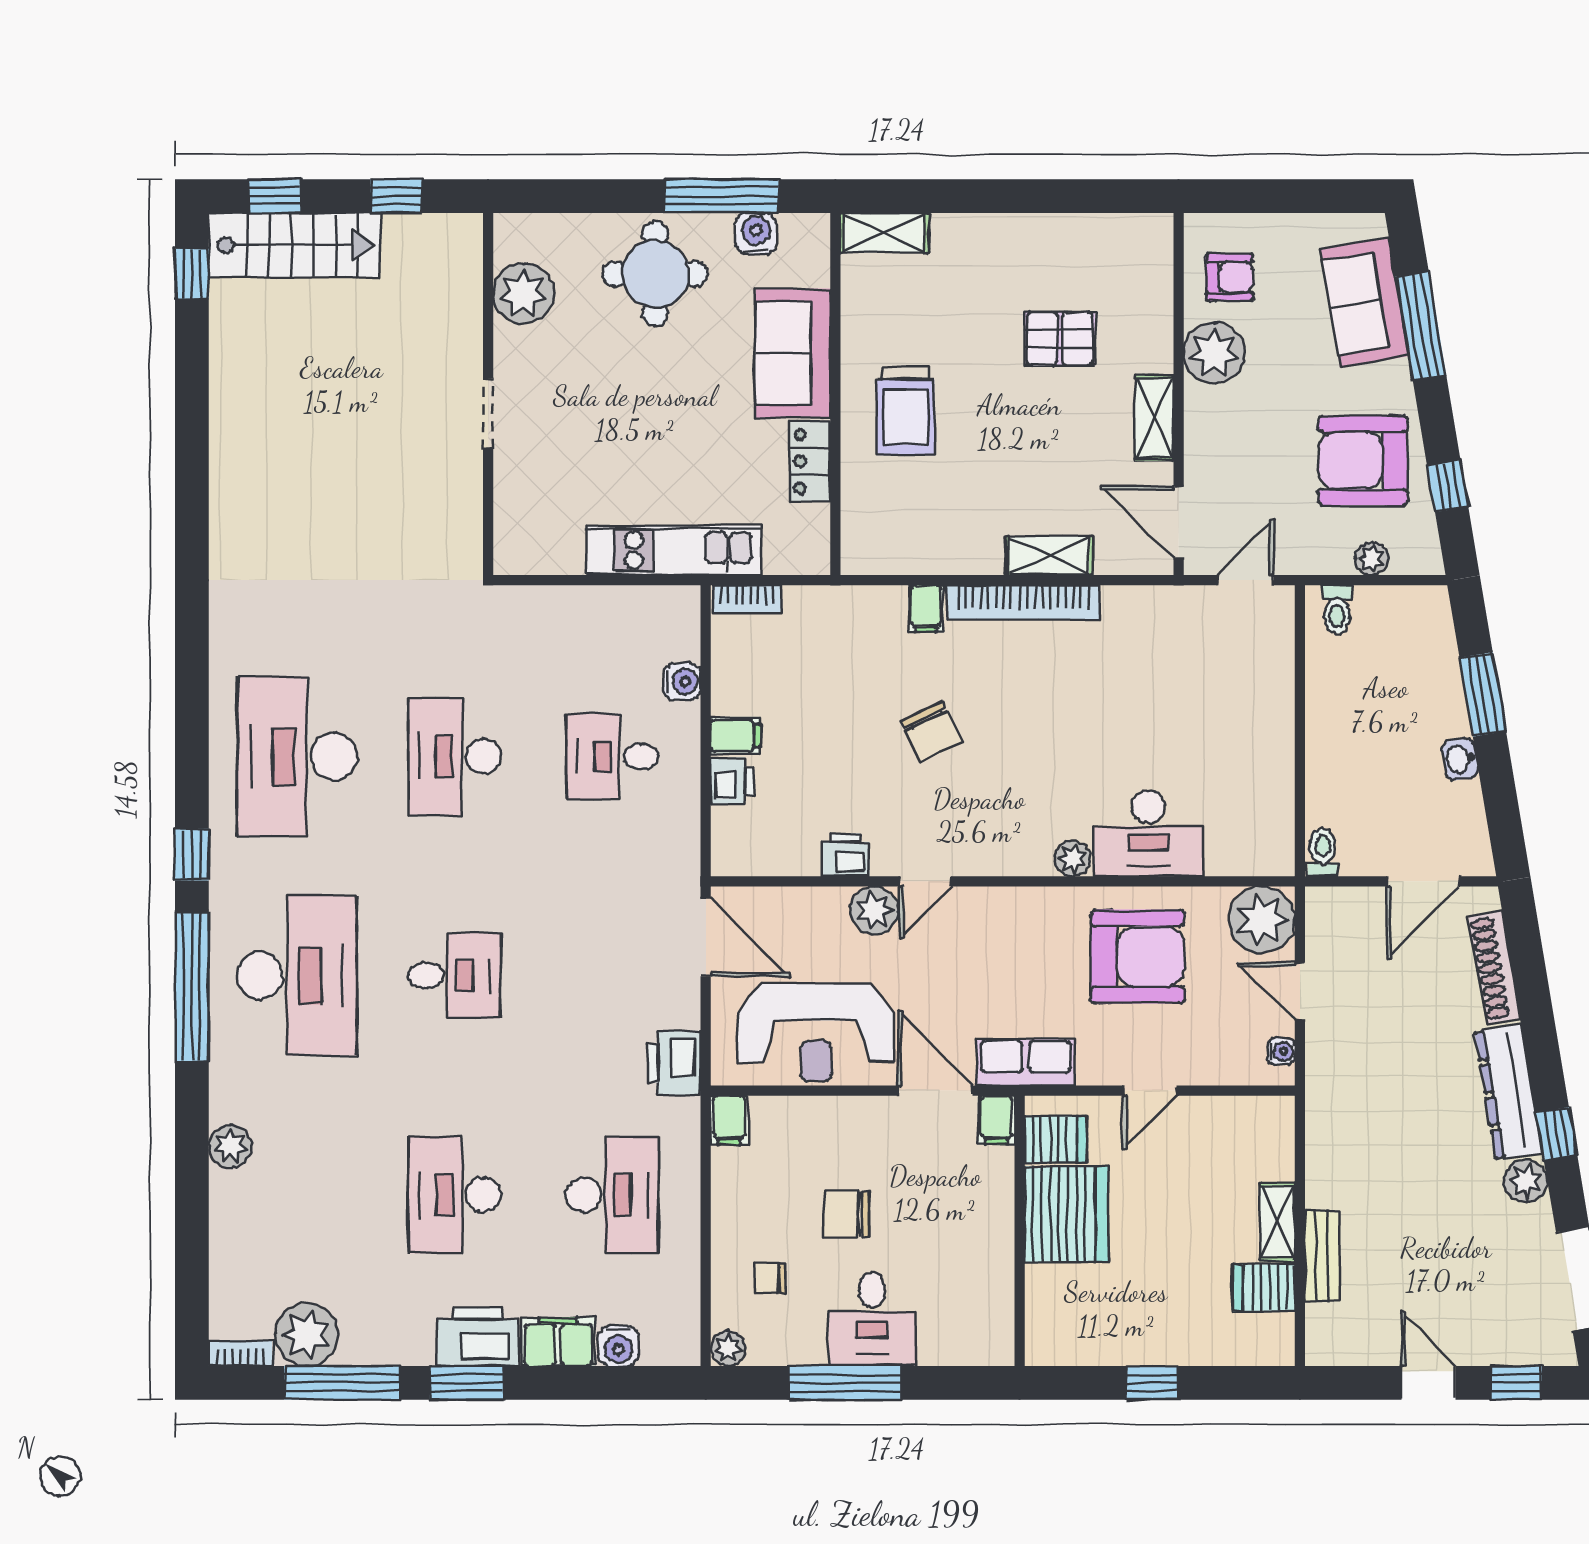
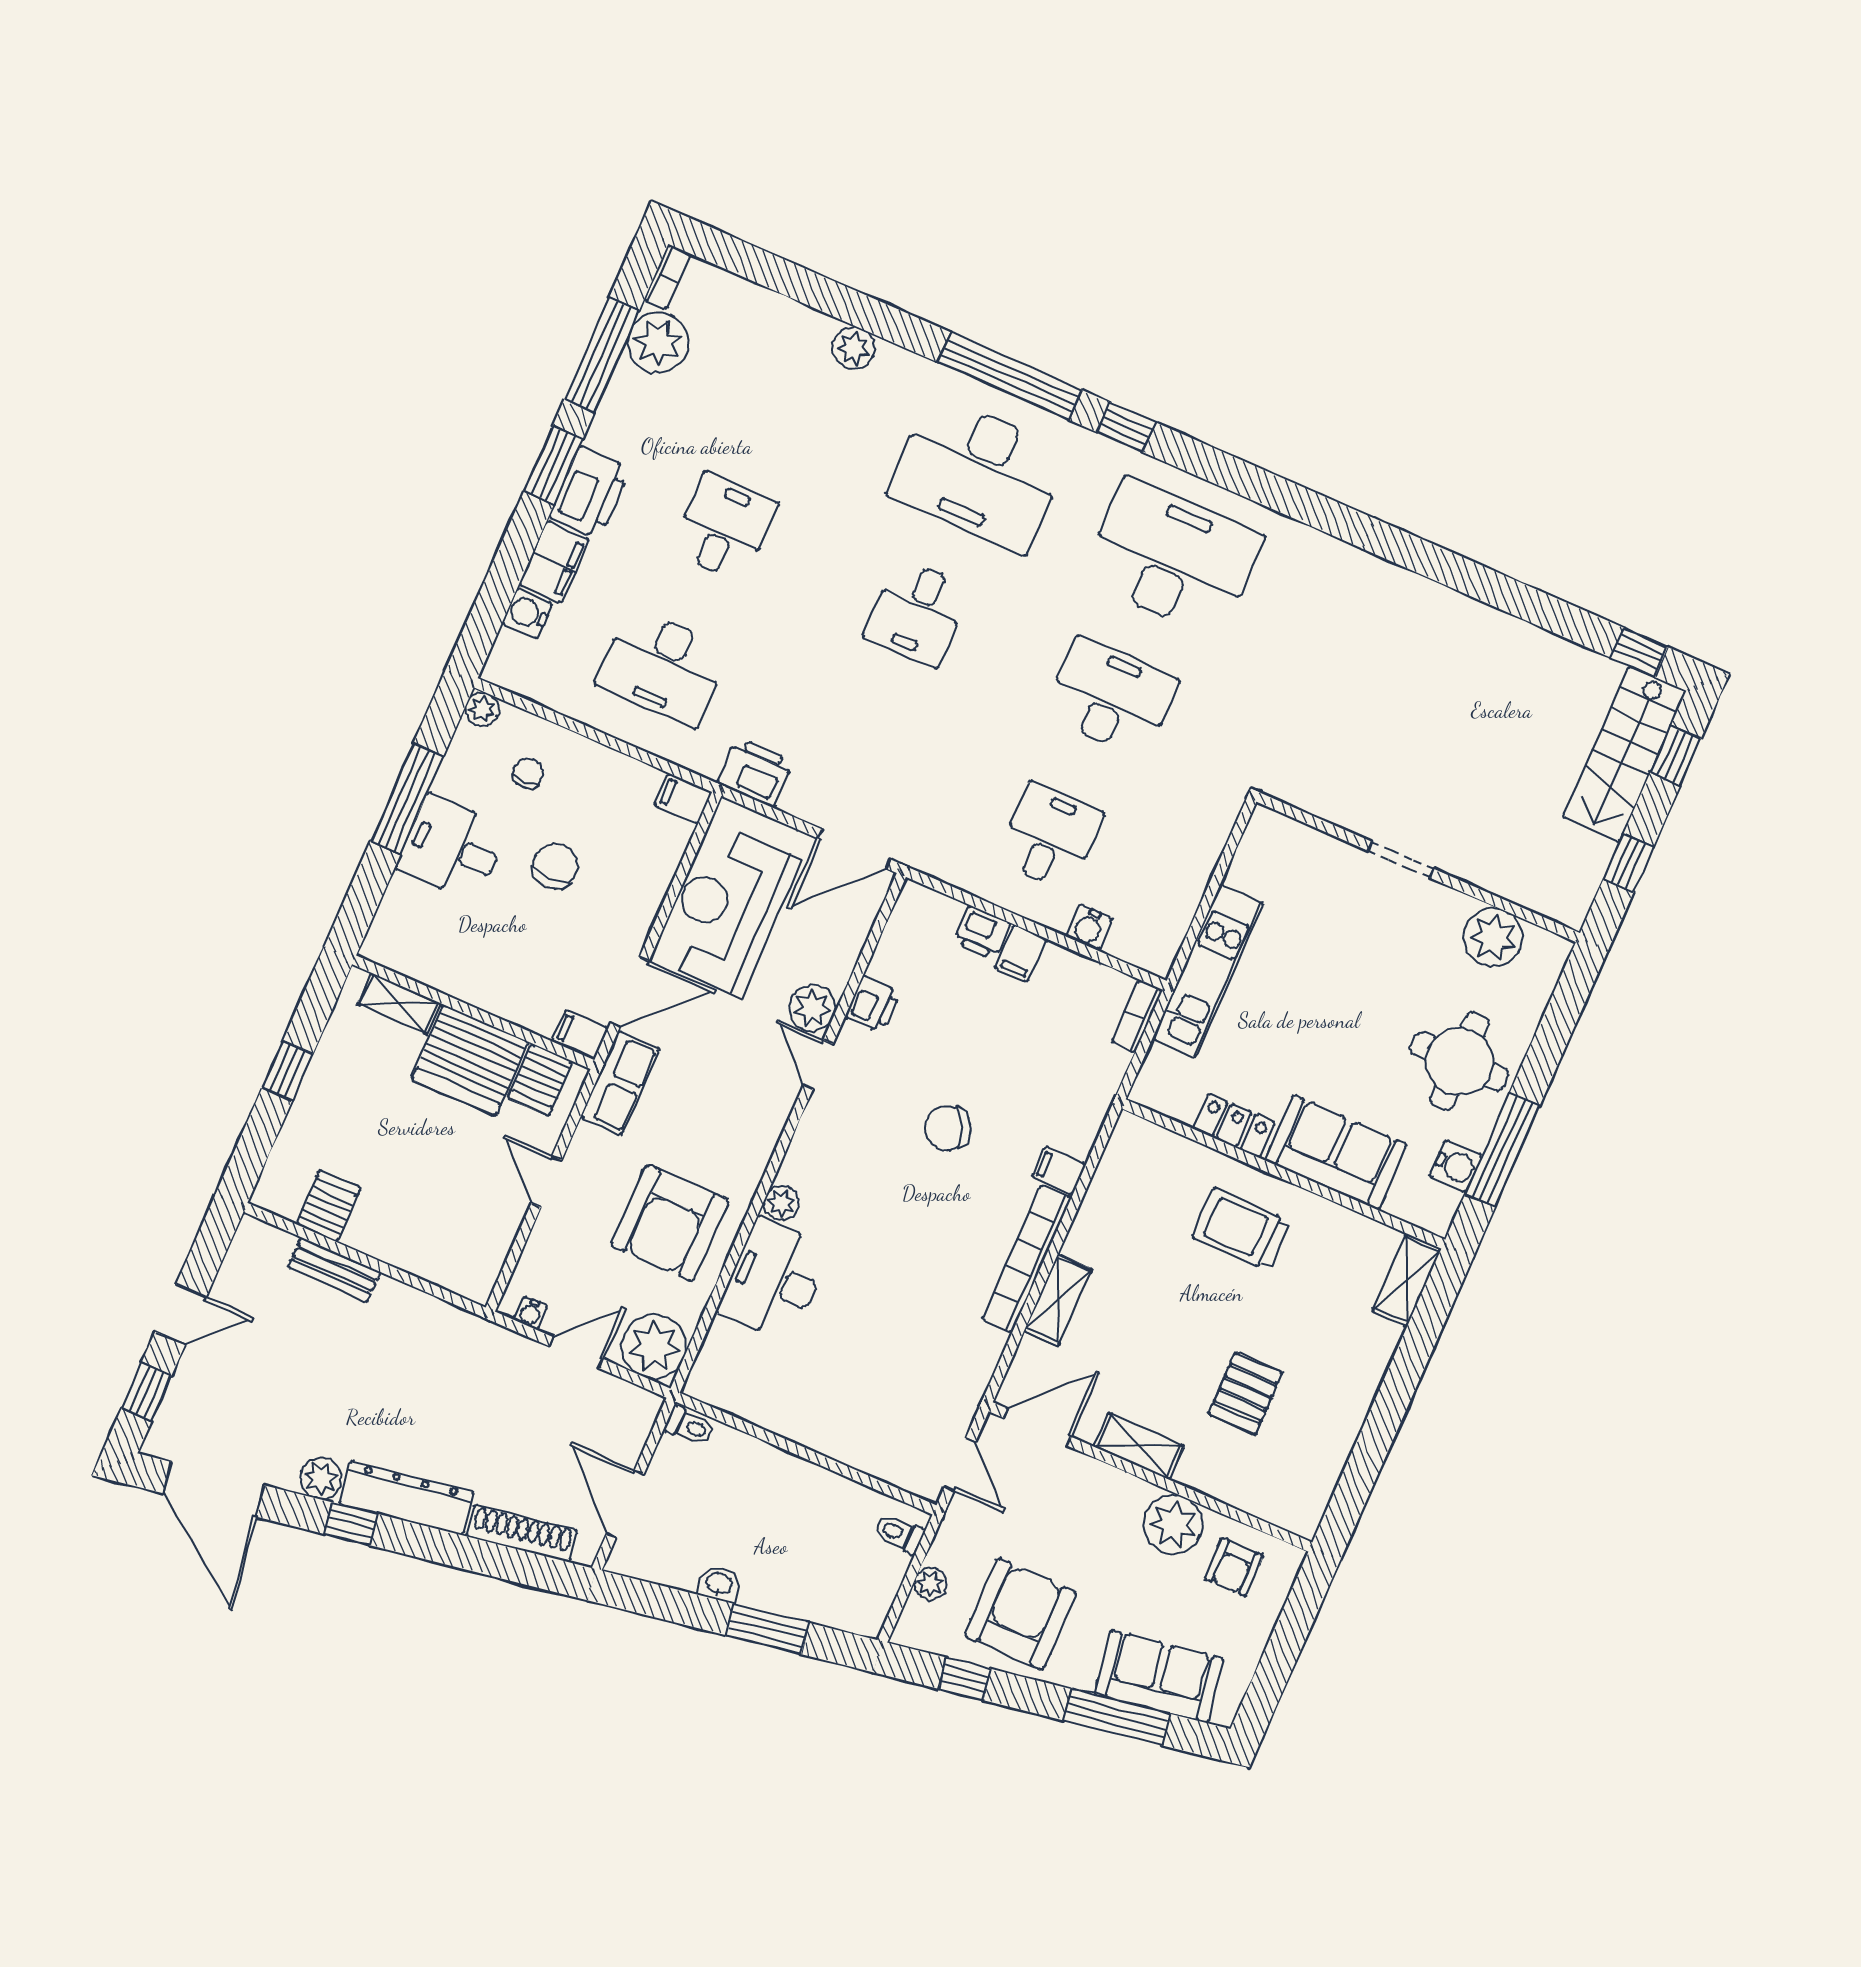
desk: (455, 1195) -> (724, 527), width x0.73
shelving: (1277, 1222) -> (399, 1003), moved

